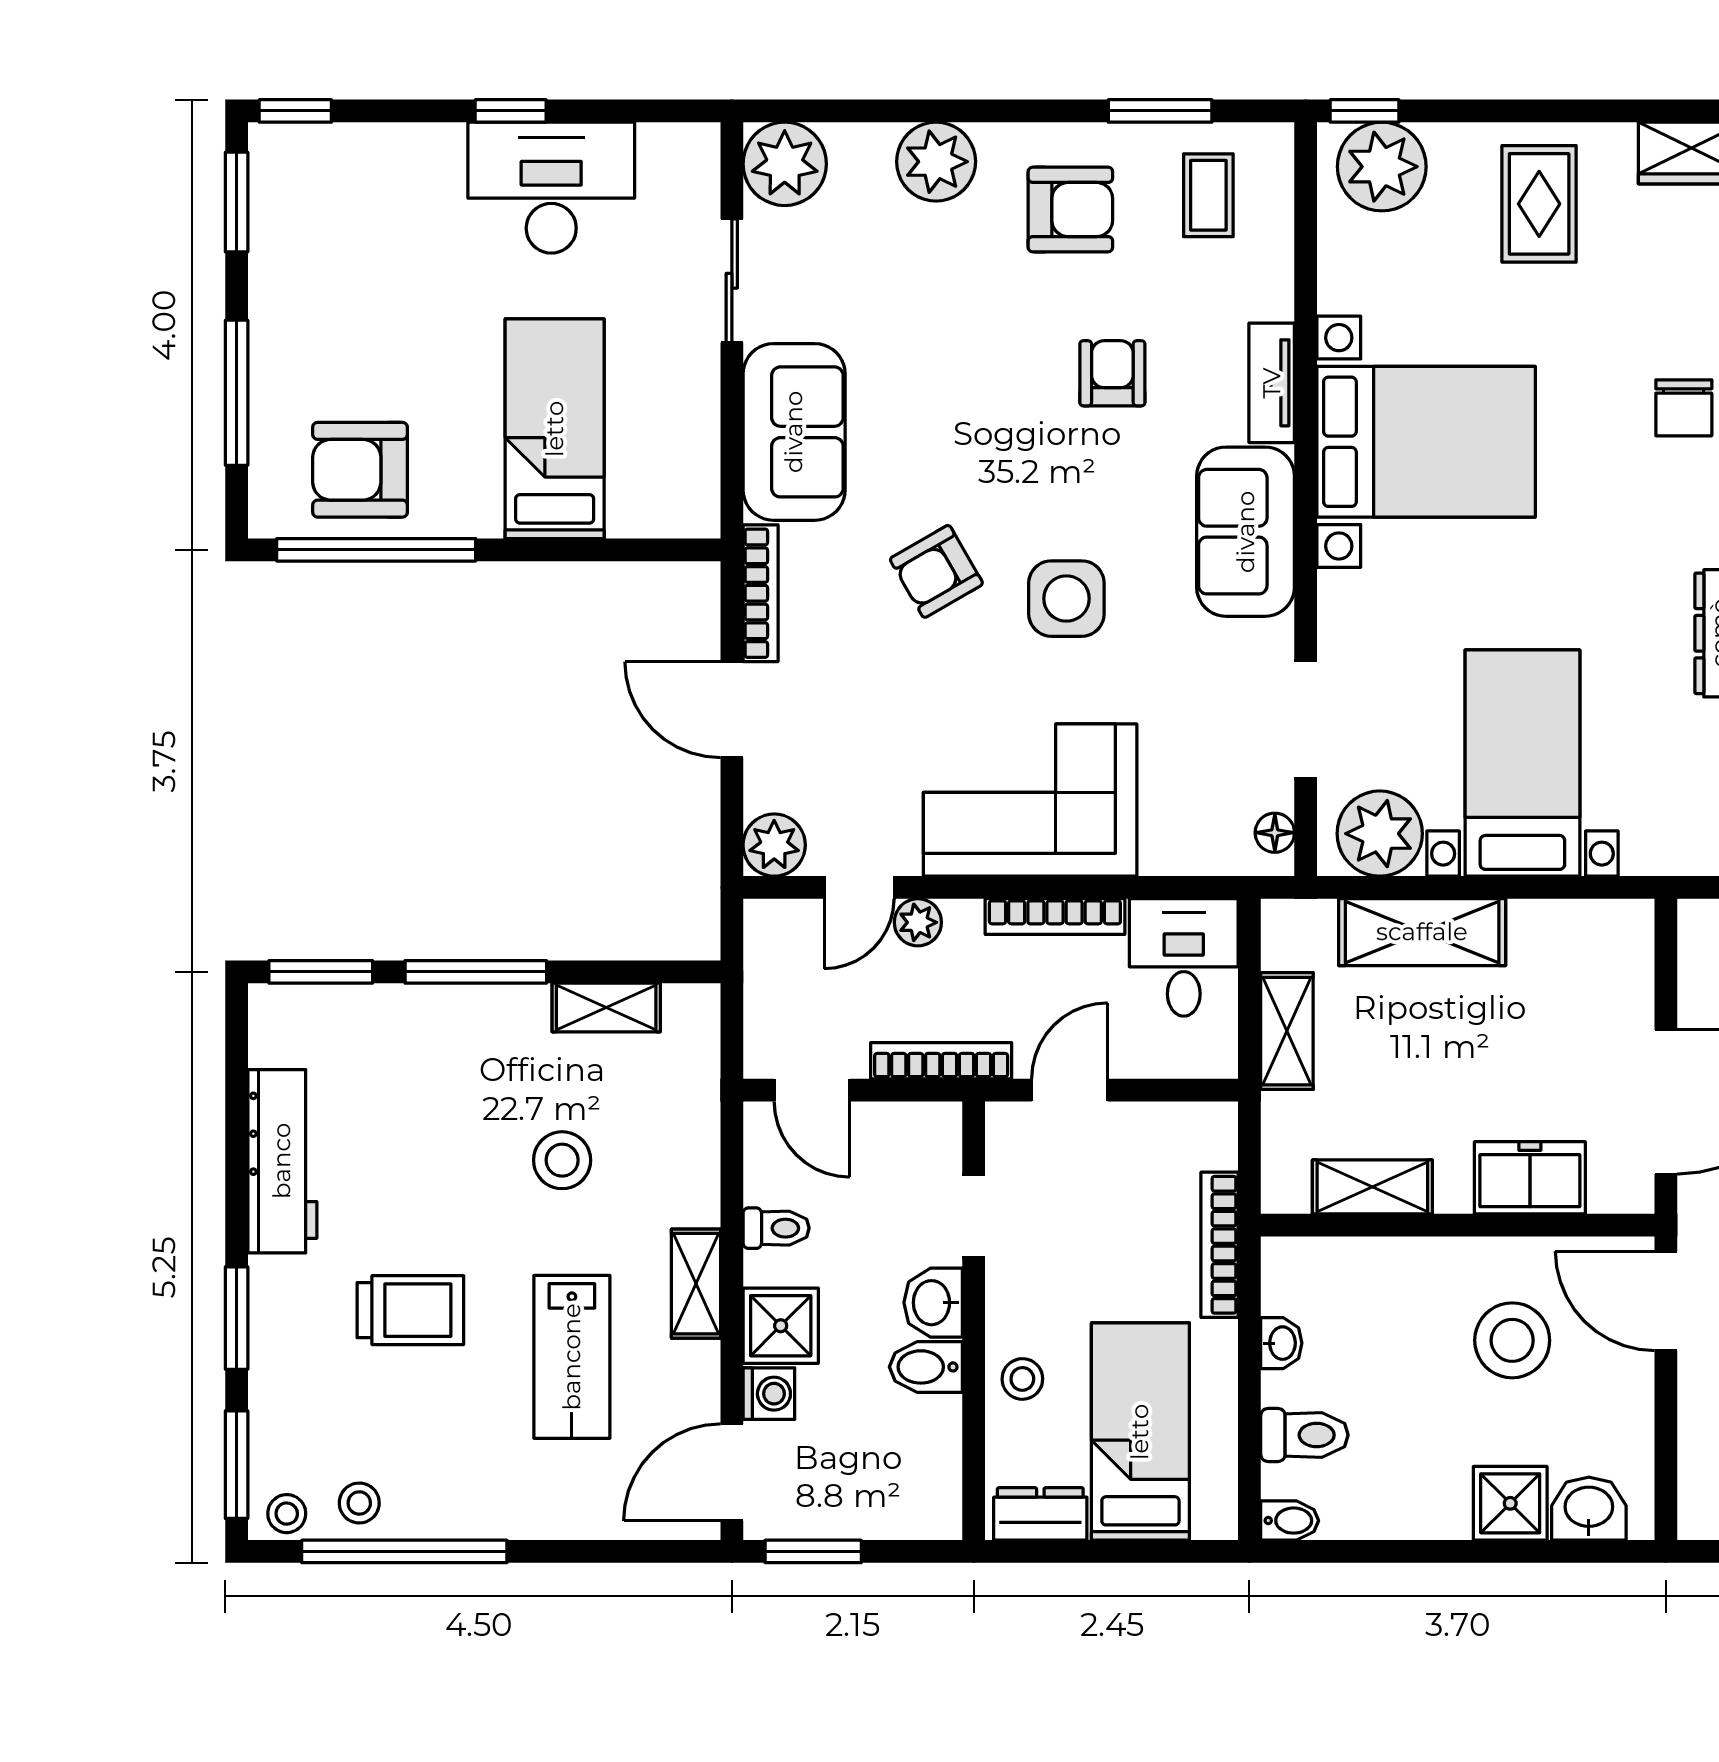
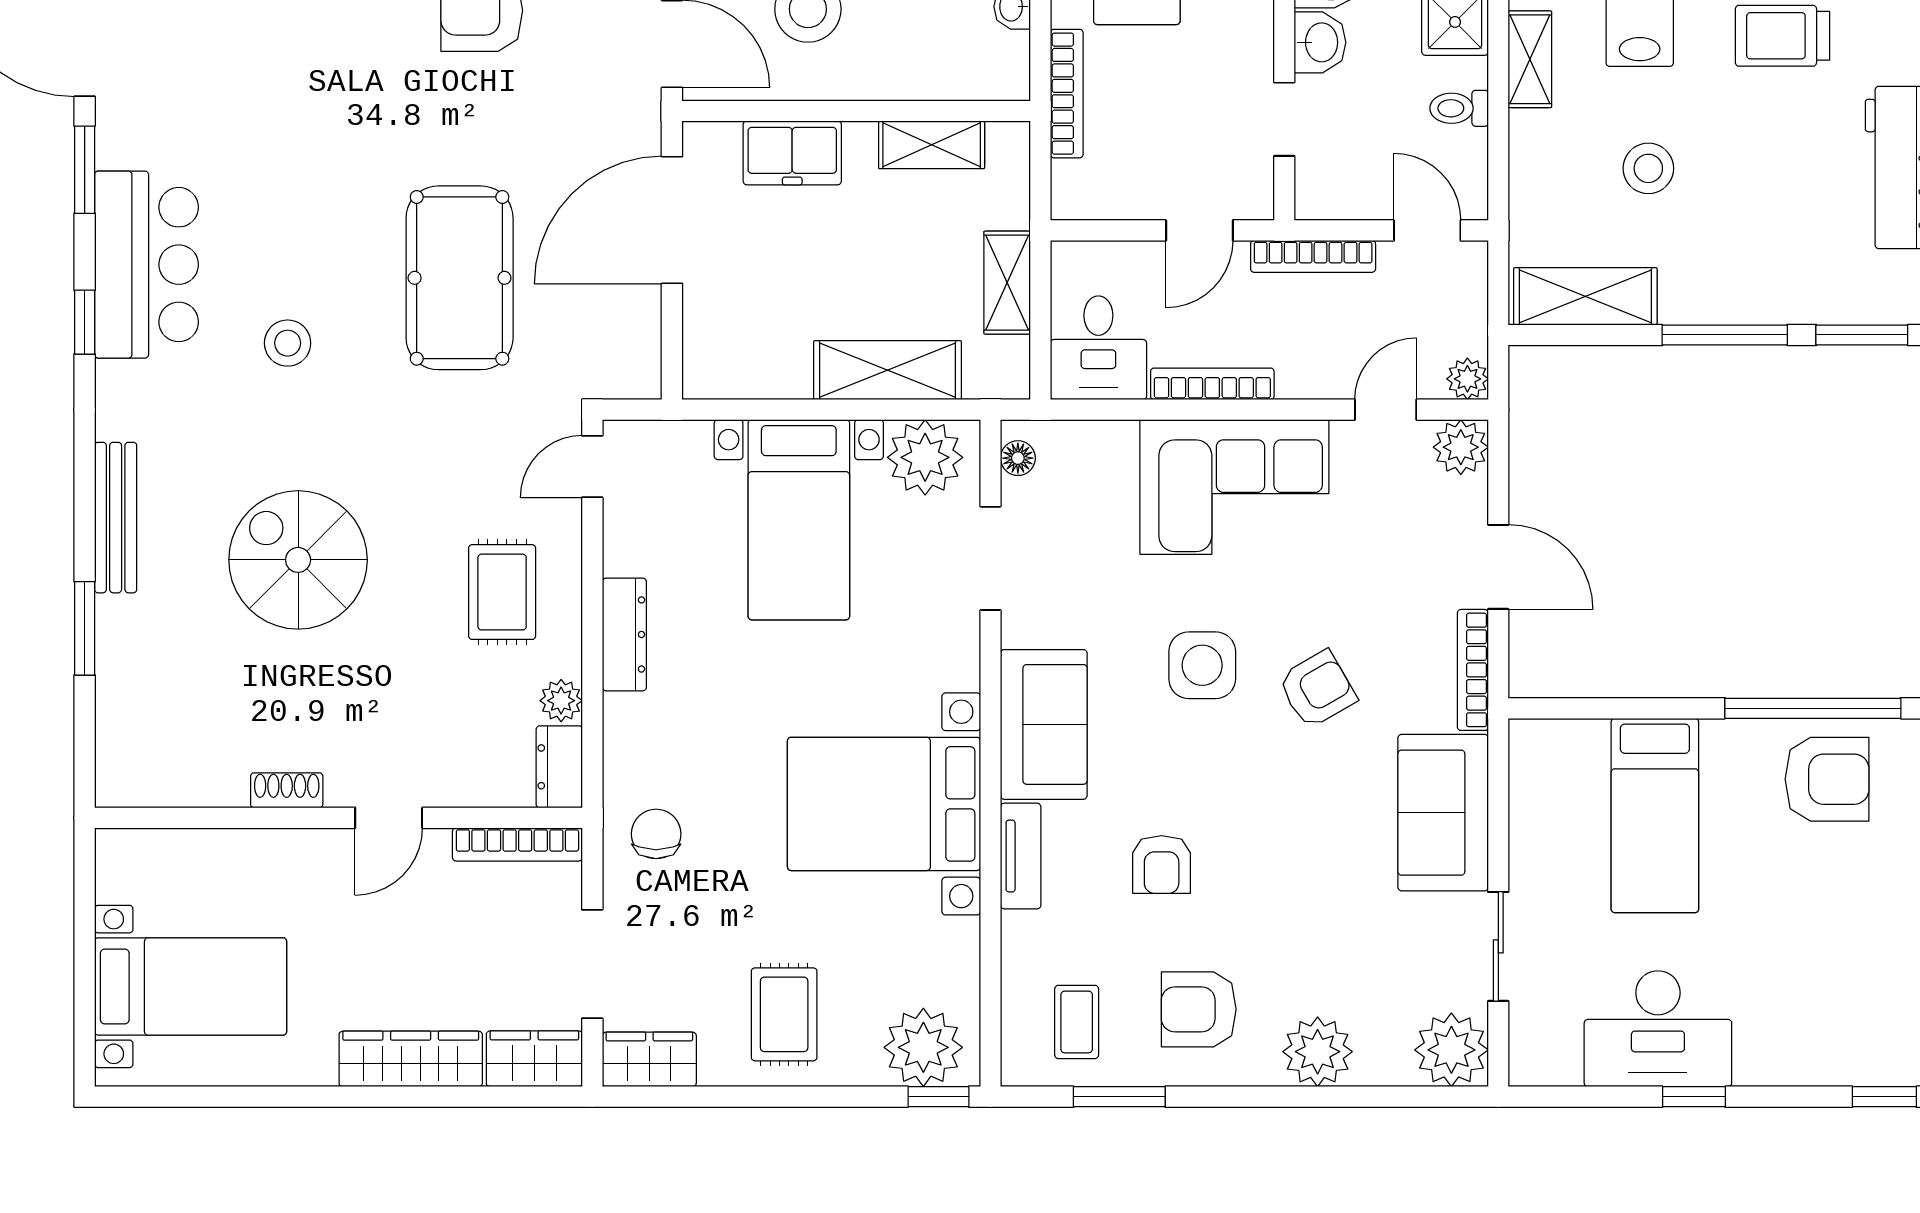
plant: (918, 922) -> (1467, 379), moved
shelving: (606, 1007) -> (1585, 296), width x1.50, depth x1.33

